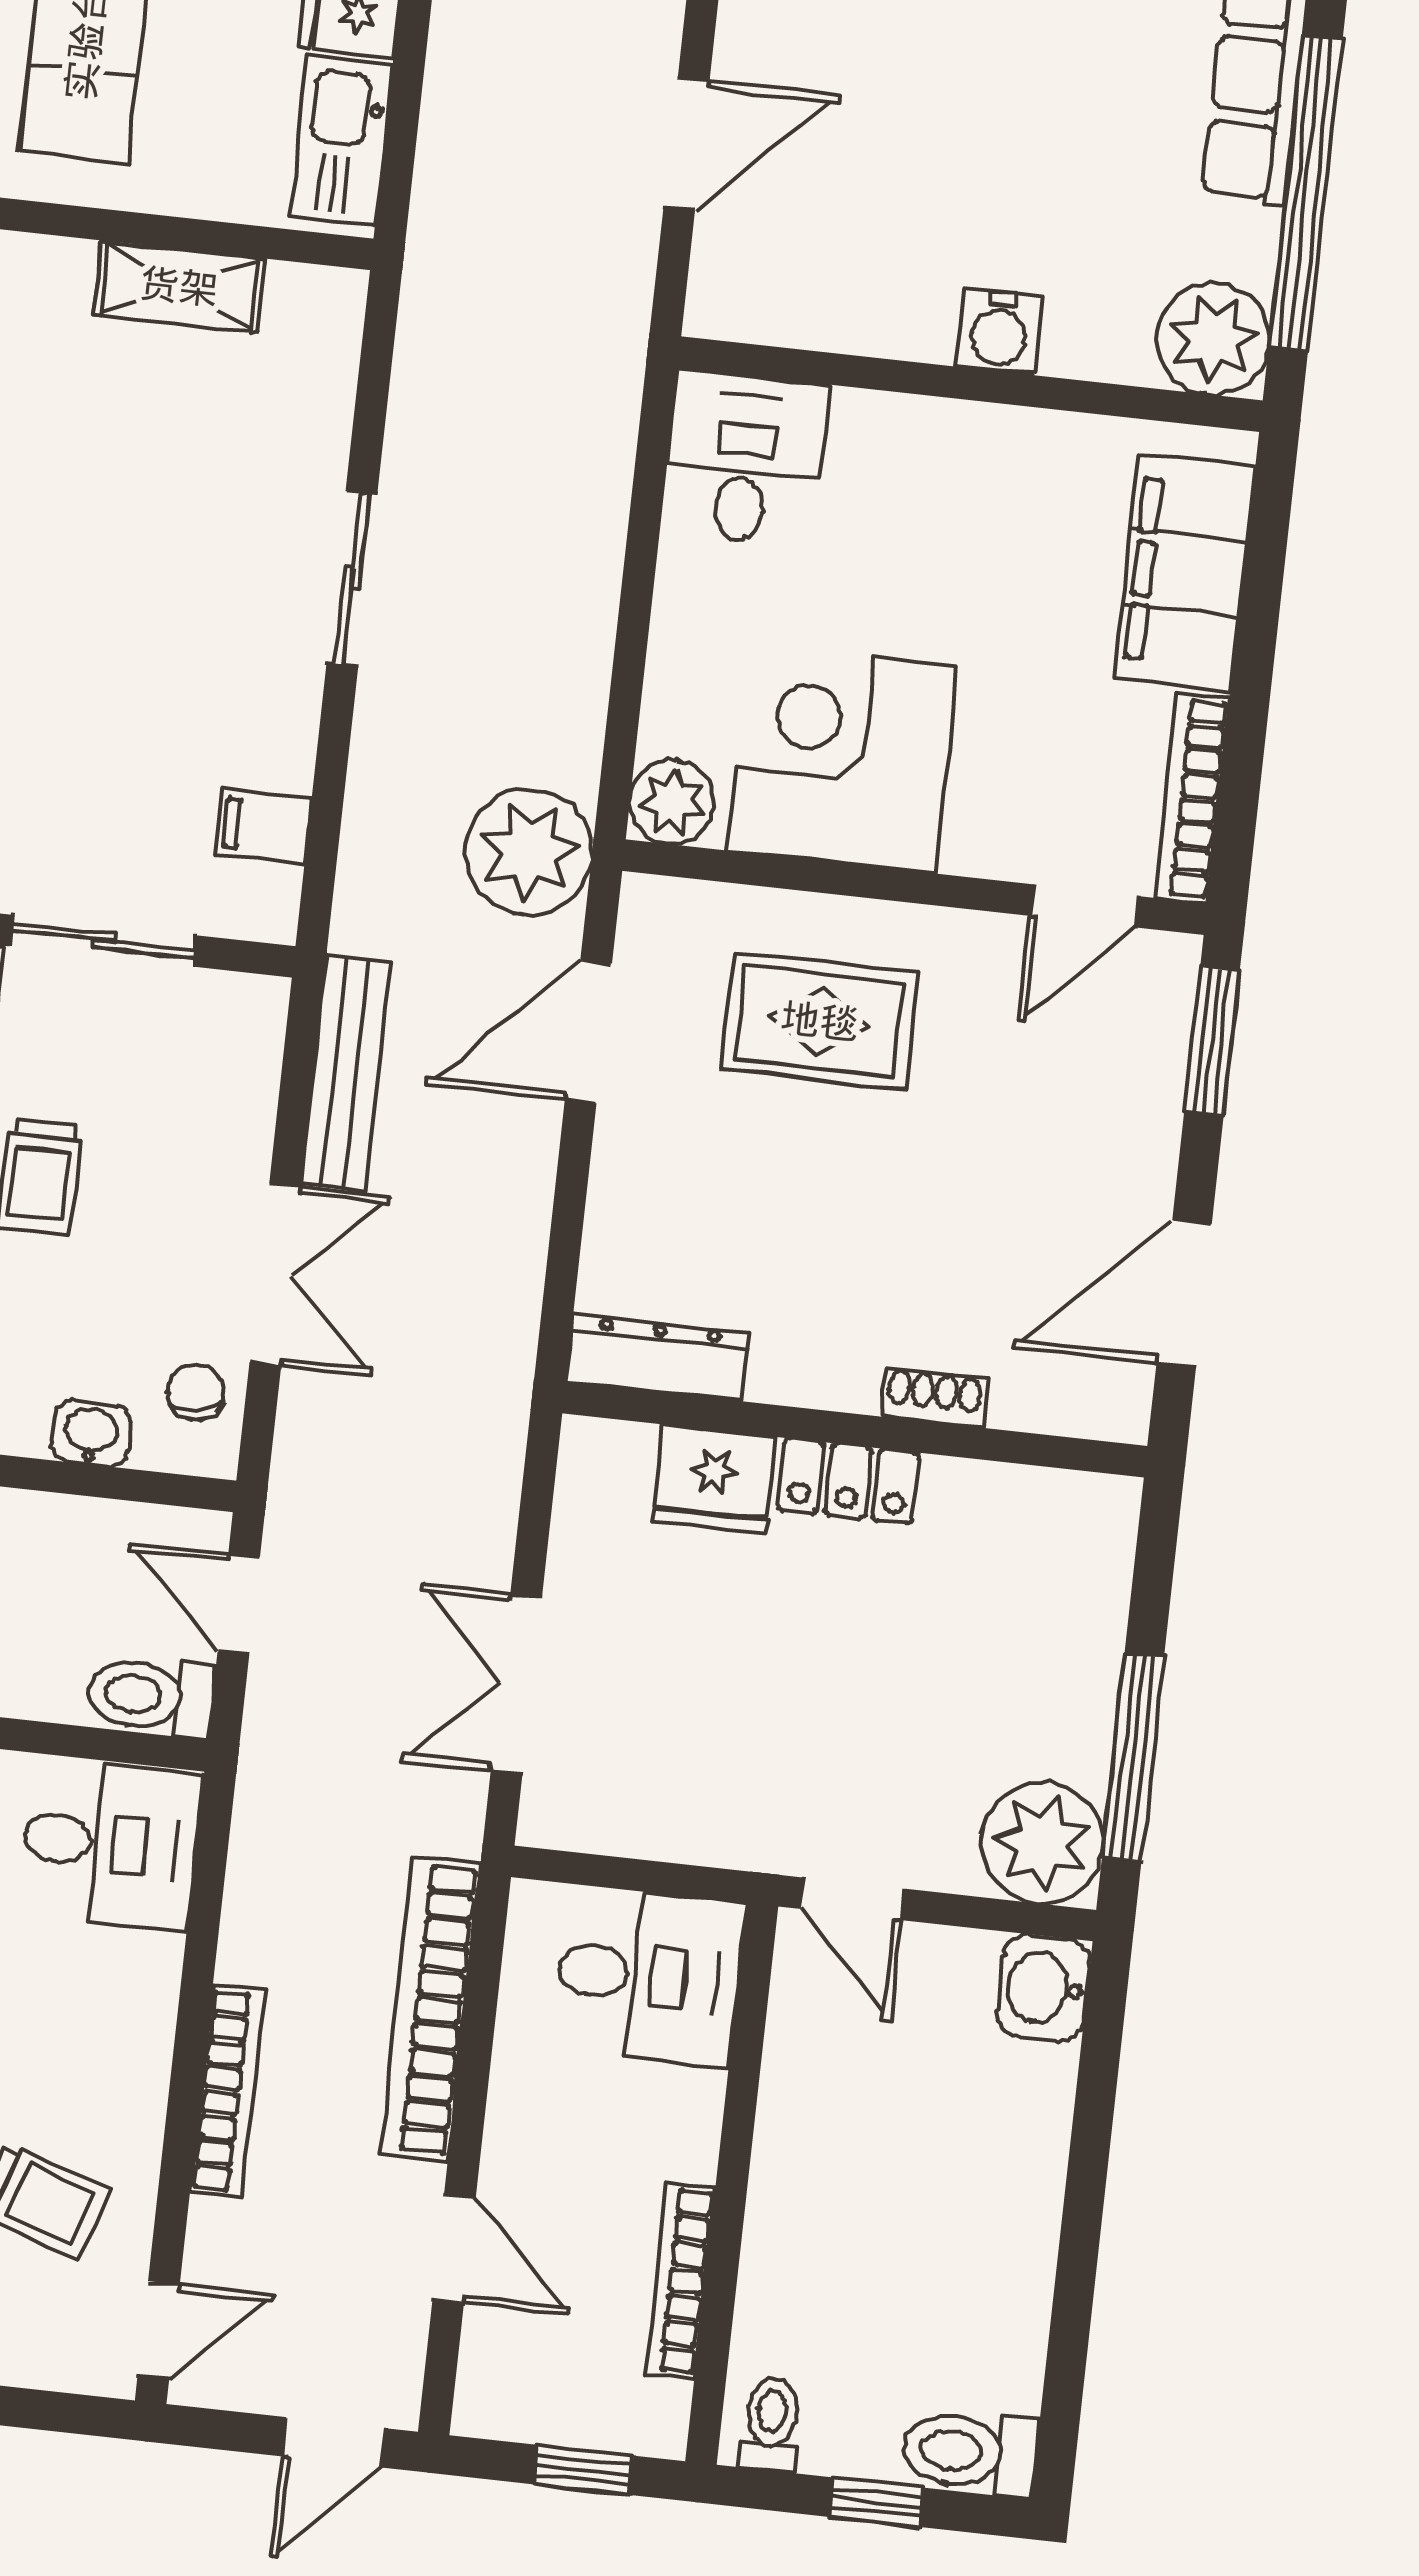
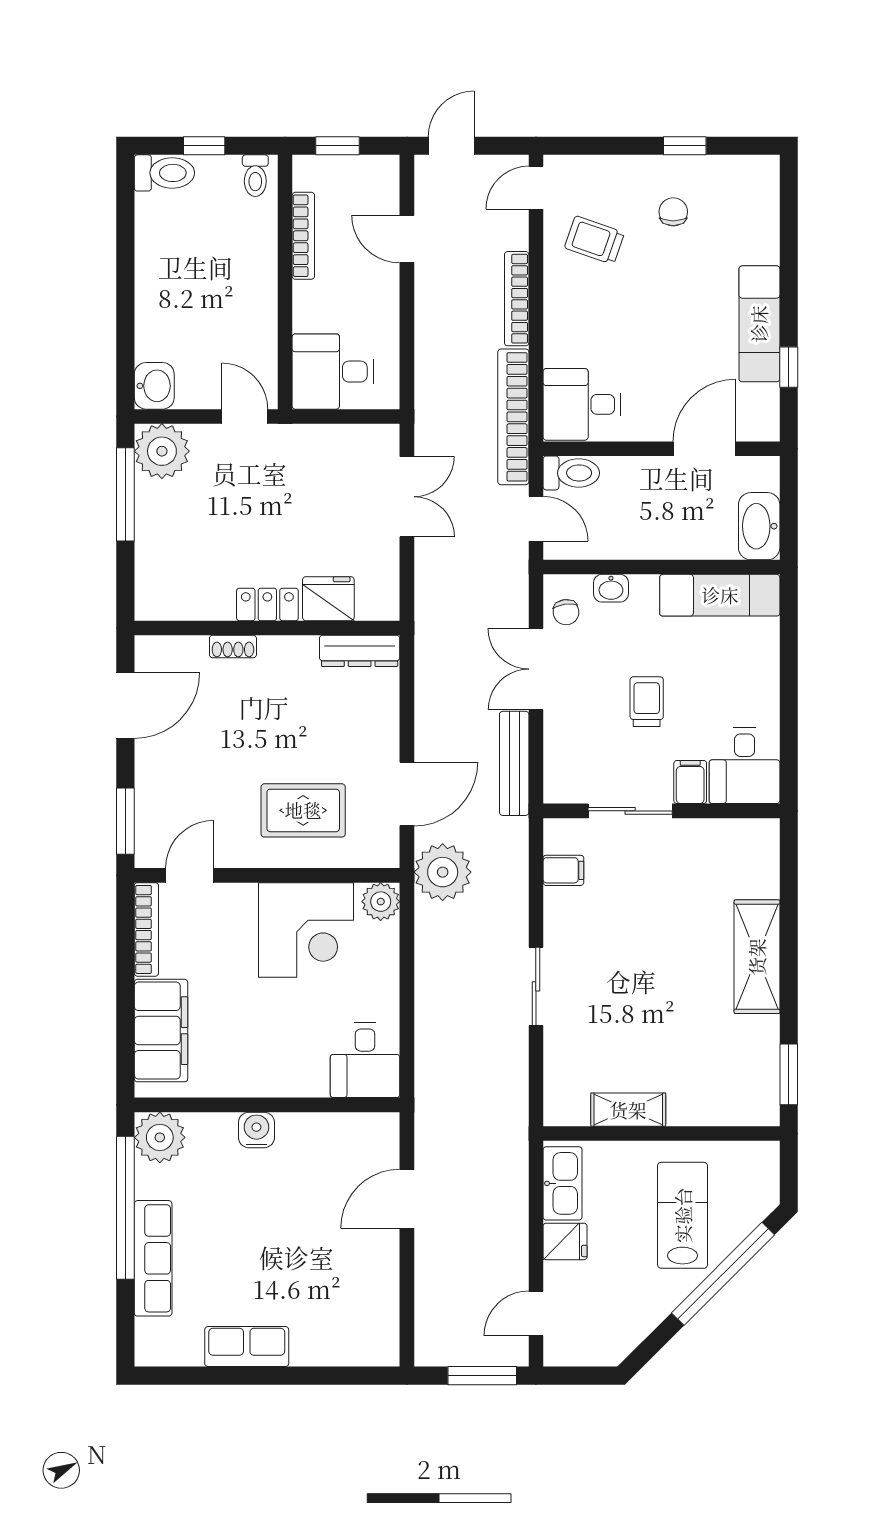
bookcase: (430, 2009) -> (513, 417), moved, turned 180

